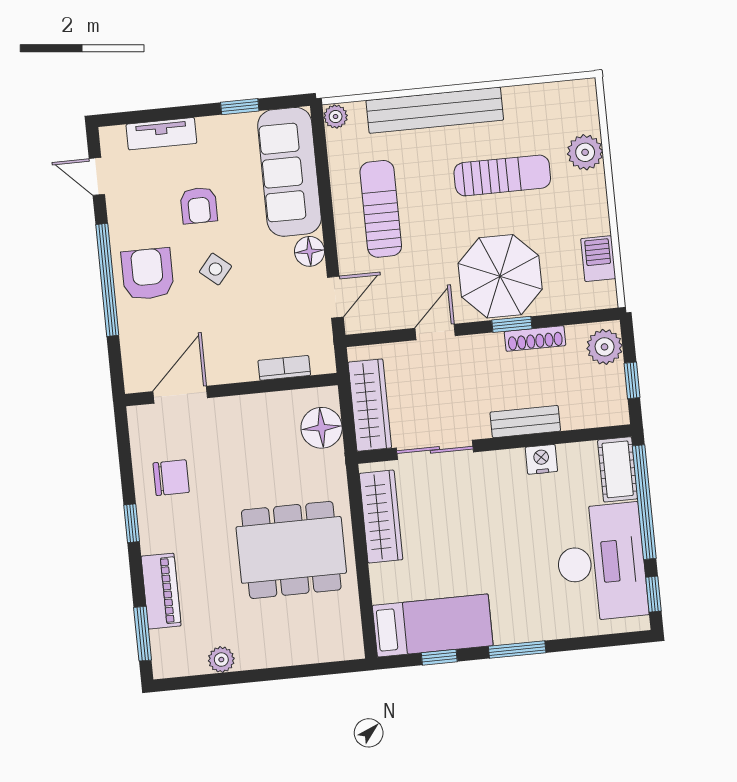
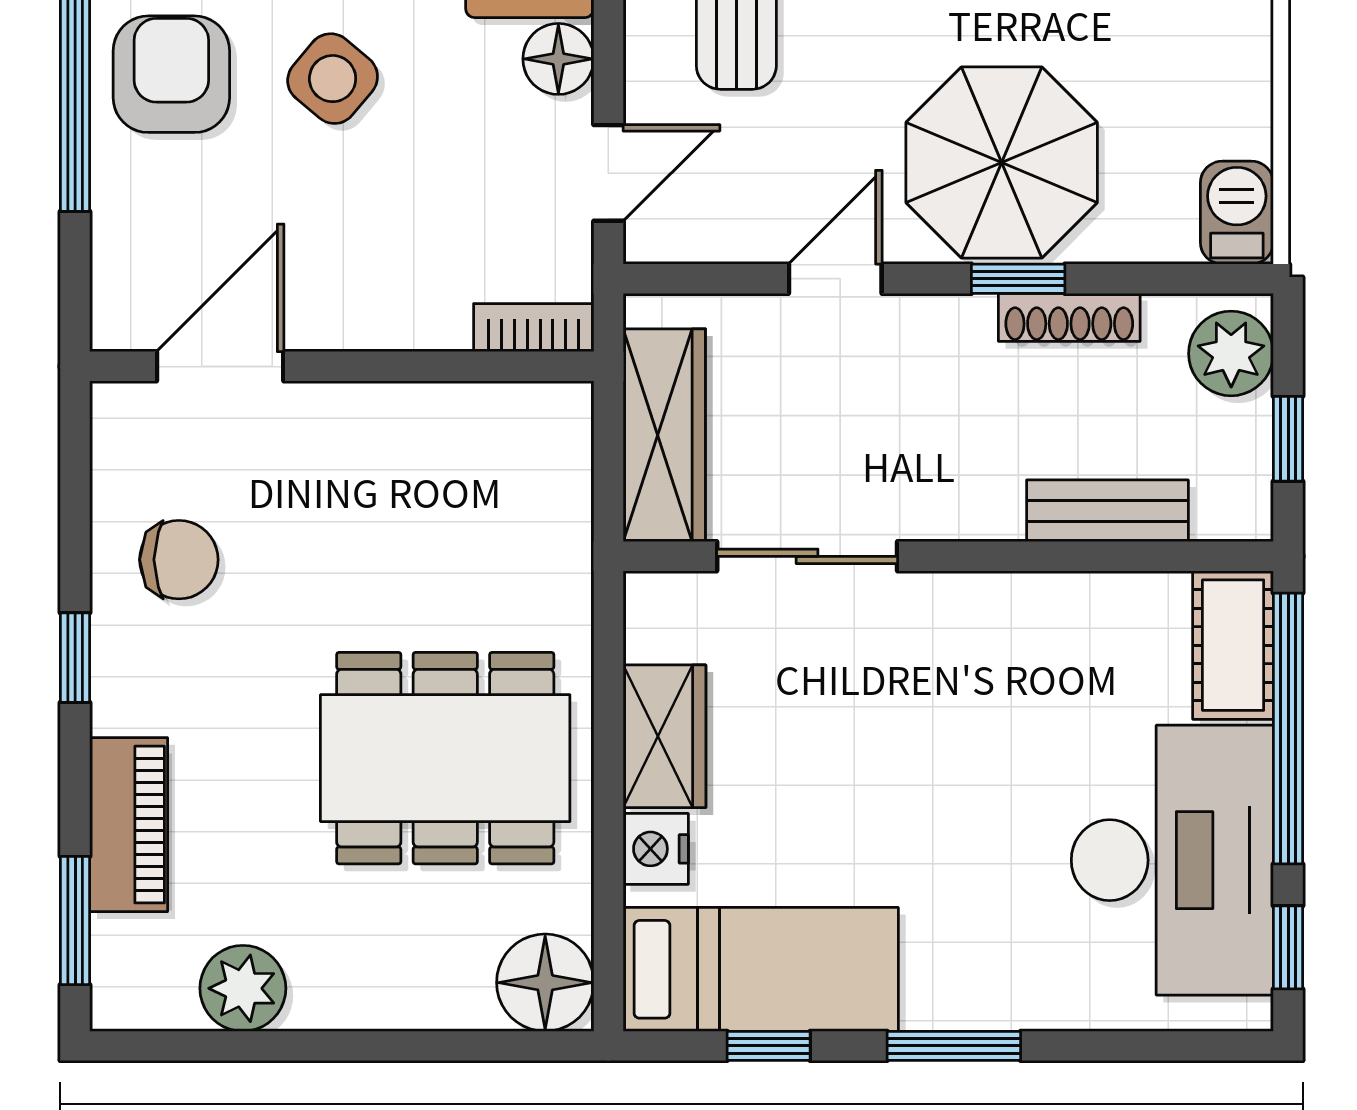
barbecue: (598, 259) -> (1237, 213), moved
side table: (215, 269) -> (333, 79), width x1.37, depth x1.37
bookcase: (284, 368) -> (534, 328), moved
bench: (525, 422) -> (1107, 511), moved
floor lamp: (322, 428) -> (545, 983), moved
nightstand: (541, 459) -> (656, 849), moved, turned -90
wardrobe: (381, 517) -> (664, 736), width x0.67
plant: (221, 660) -> (243, 988), width x1.38, depth x1.38

